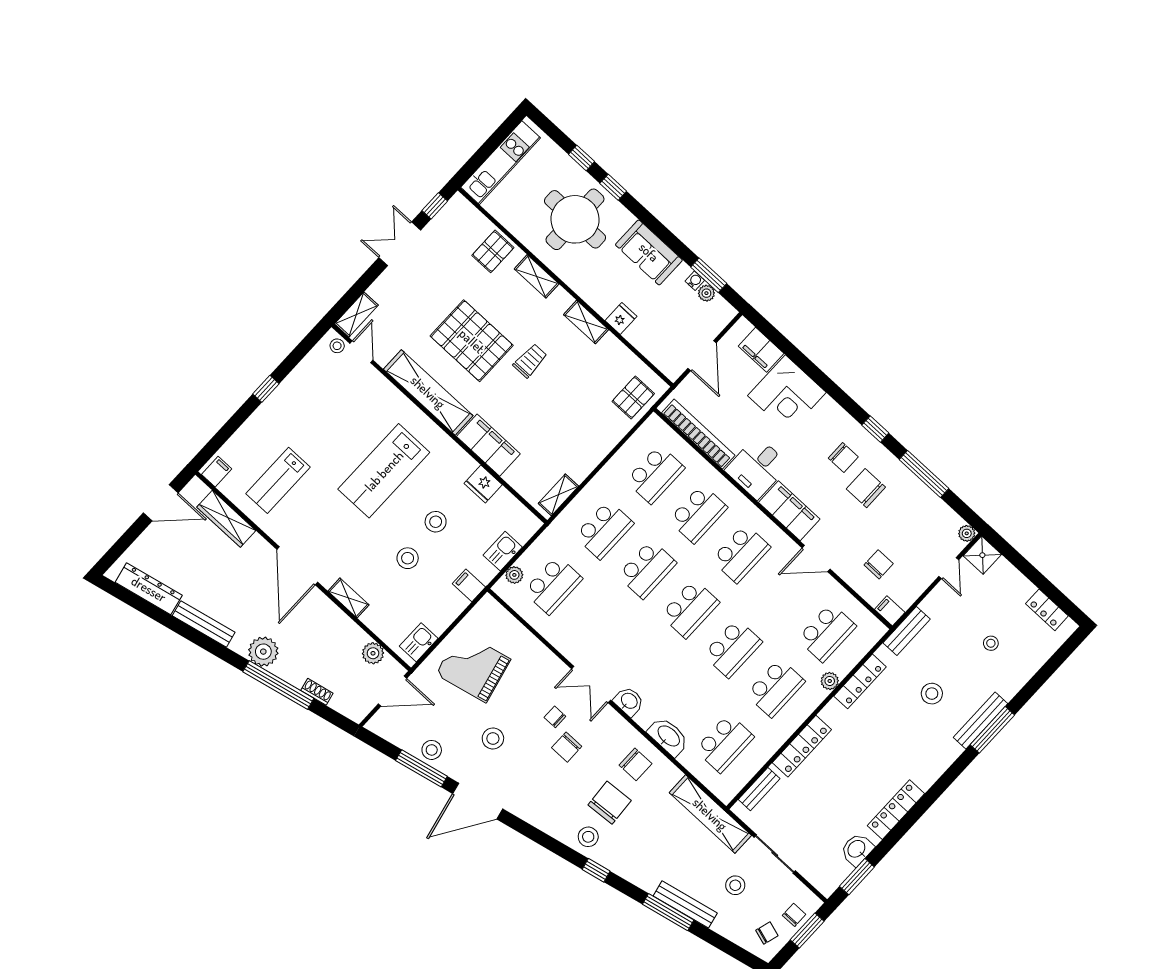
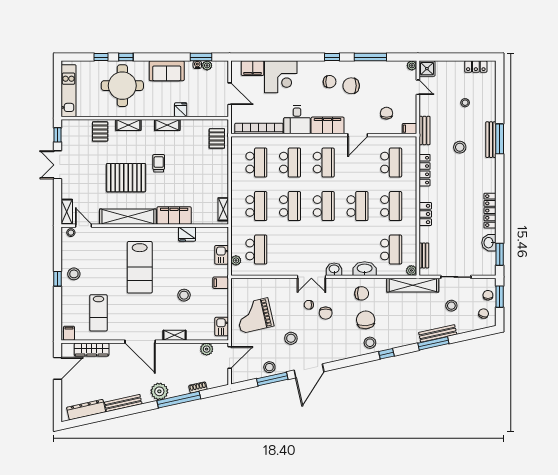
stool: (436, 522) -> (74, 274), moved
plant: (830, 681) -> (411, 270), moved
locker: (802, 746) -> (425, 214), width x0.66

